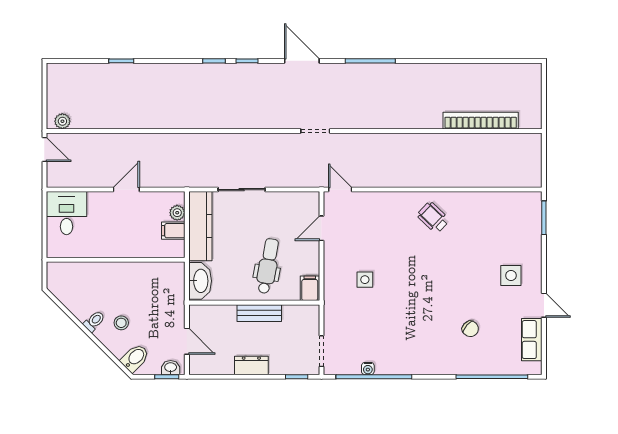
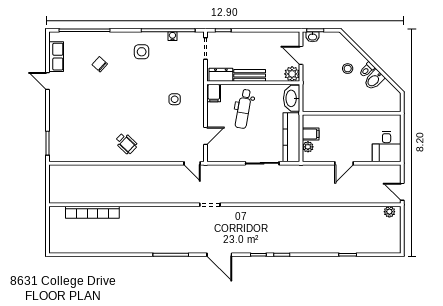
side table: (511, 276) -> (142, 52), moved
plant: (200, 315) -> (292, 74), added
bidet: (135, 358) -> (374, 80), moved
dresser: (251, 365) -> (221, 75), moved, turned 180

